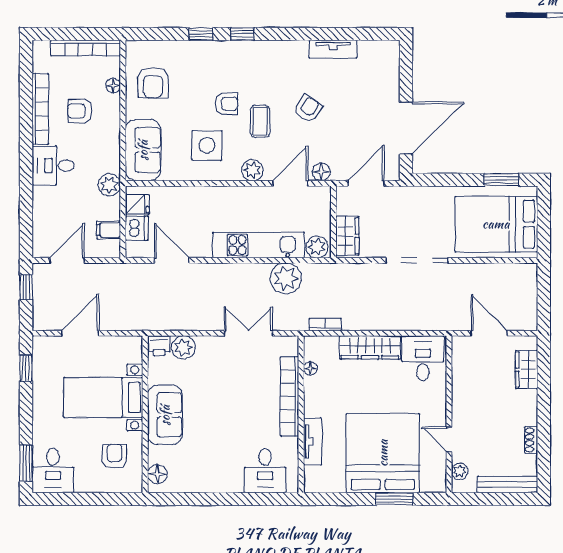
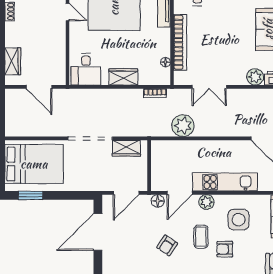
wardrobe: (347, 236) -> (126, 148), moved, turned -90
kitchen unit: (259, 245) -> (225, 182), moved, turned 180
plant: (317, 247) -> (161, 148), removed
wardrobe: (370, 347) -> (123, 77), width x0.67

